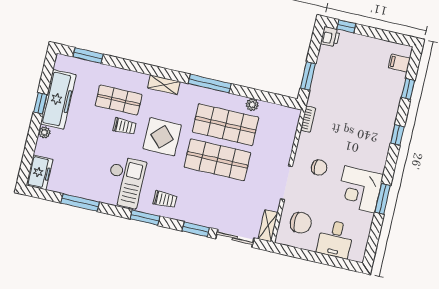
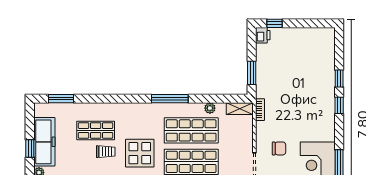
filing cabinet: (399, 63) -> (327, 44), removed
shelving: (164, 85) -> (240, 109), moved
window: (408, 89) -> (339, 78), moved

